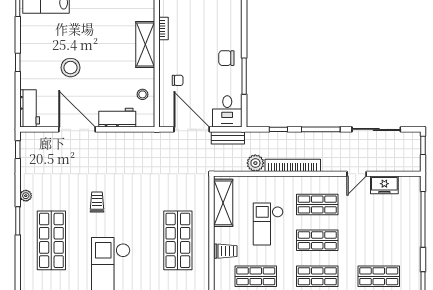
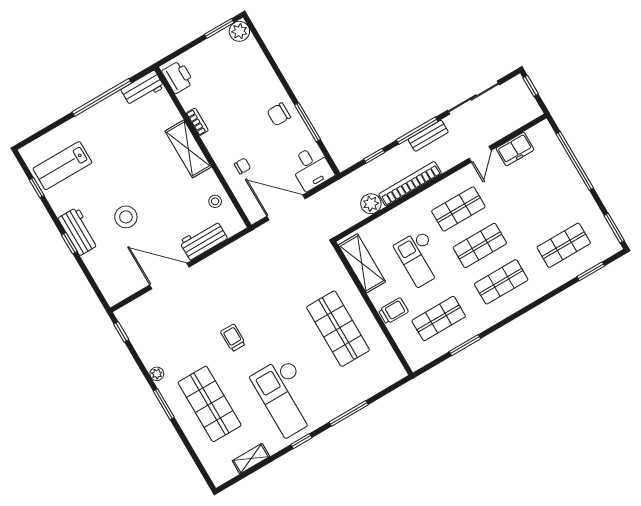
workbench: (30, 108) -> (79, 231), moved
bench: (228, 138) -> (428, 136), moved

